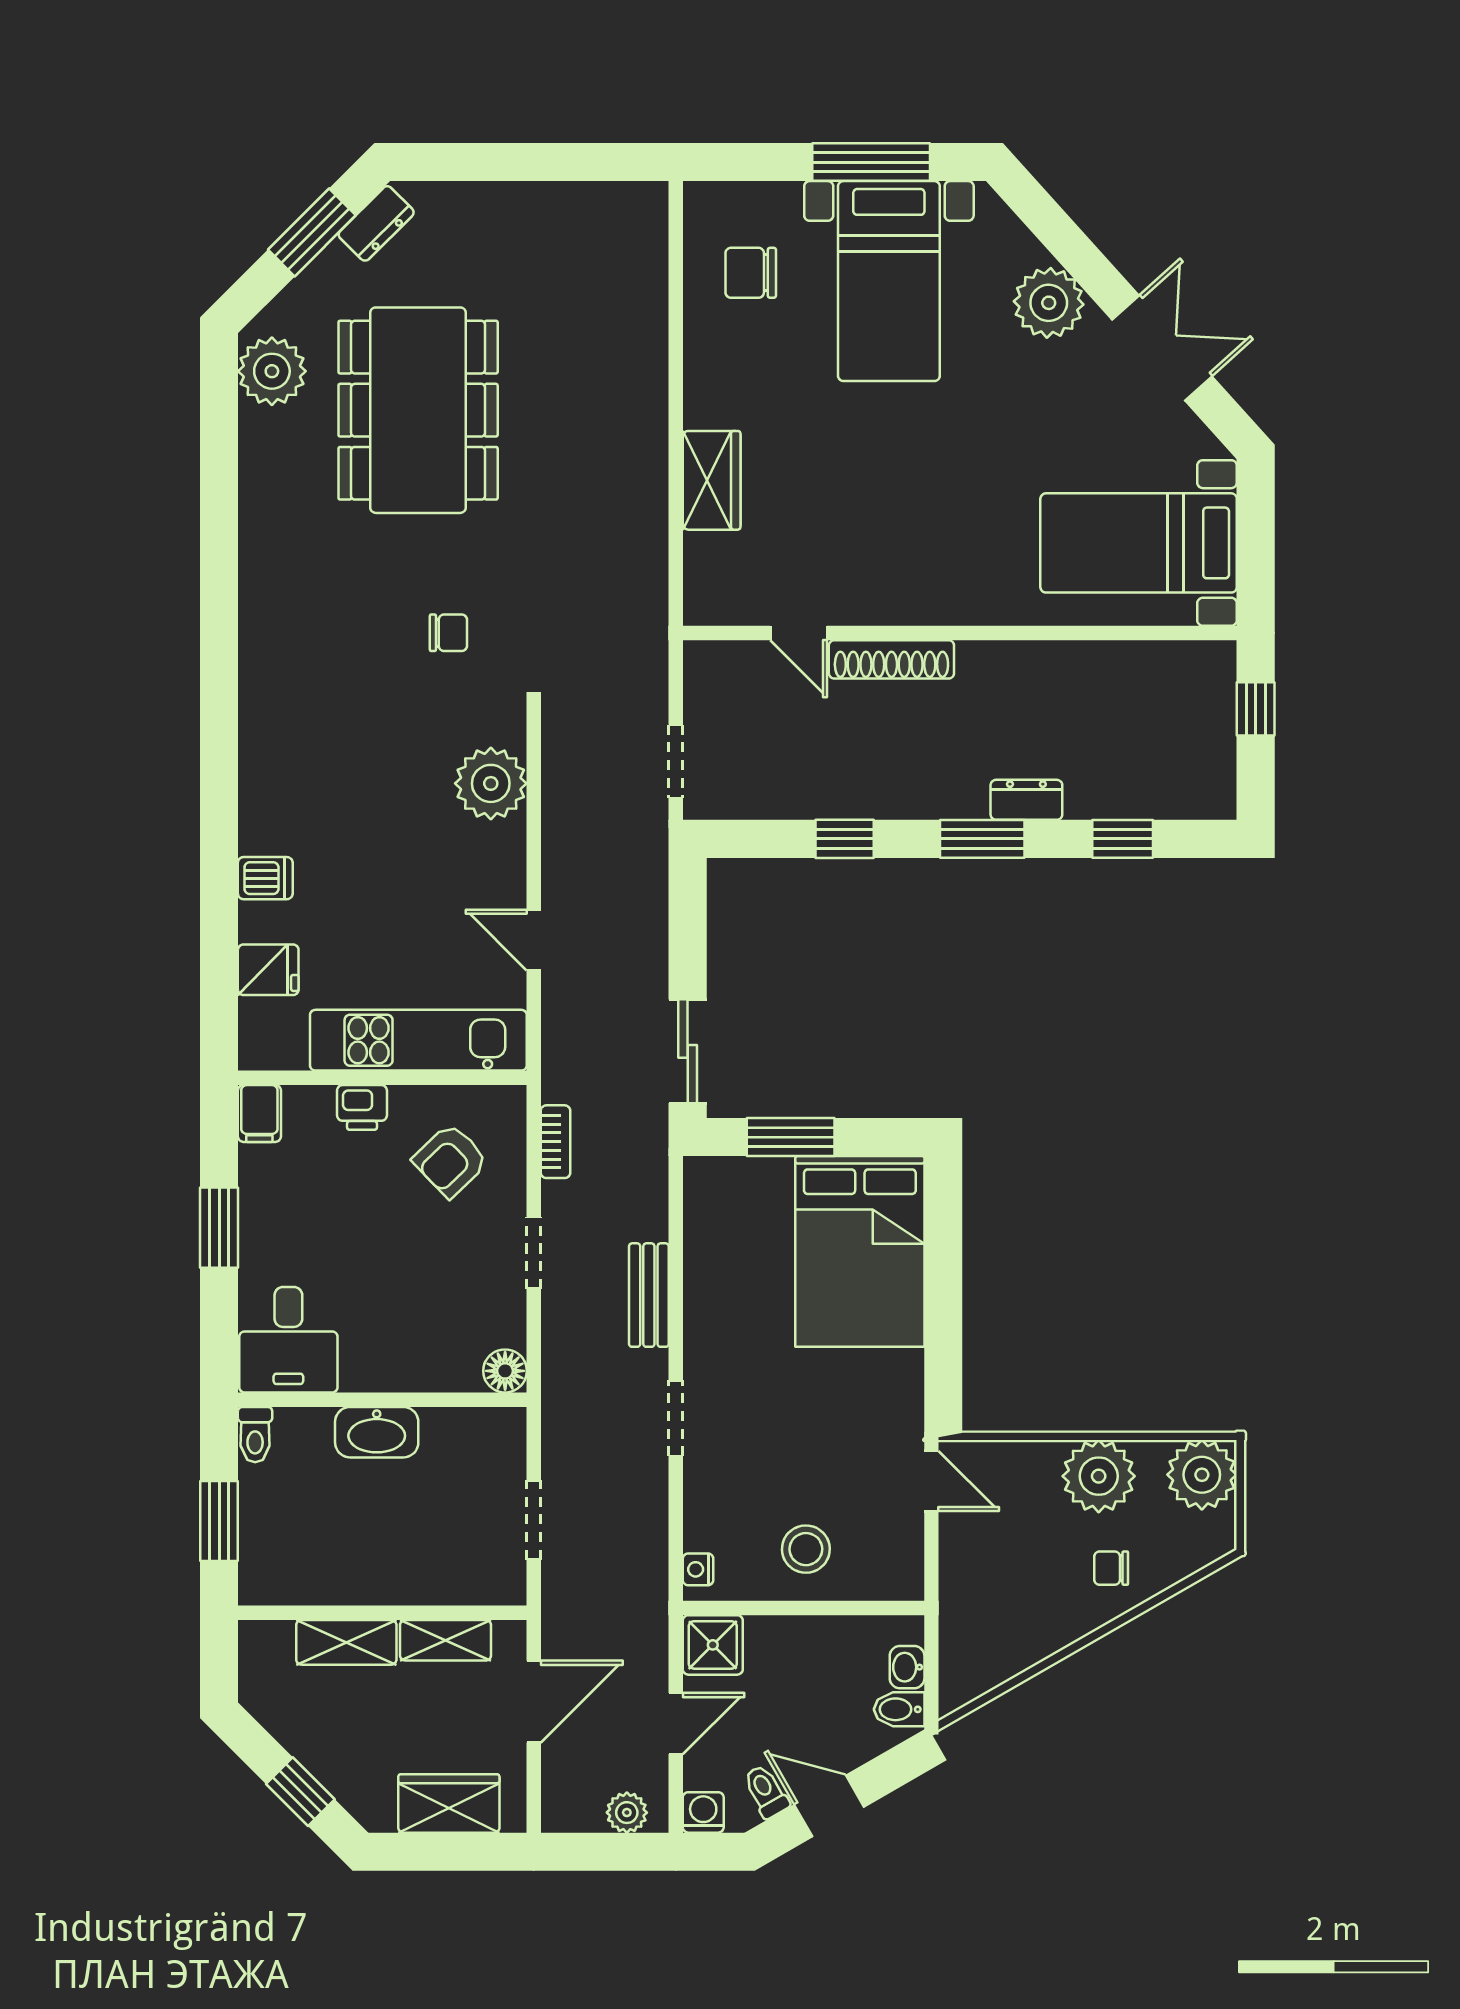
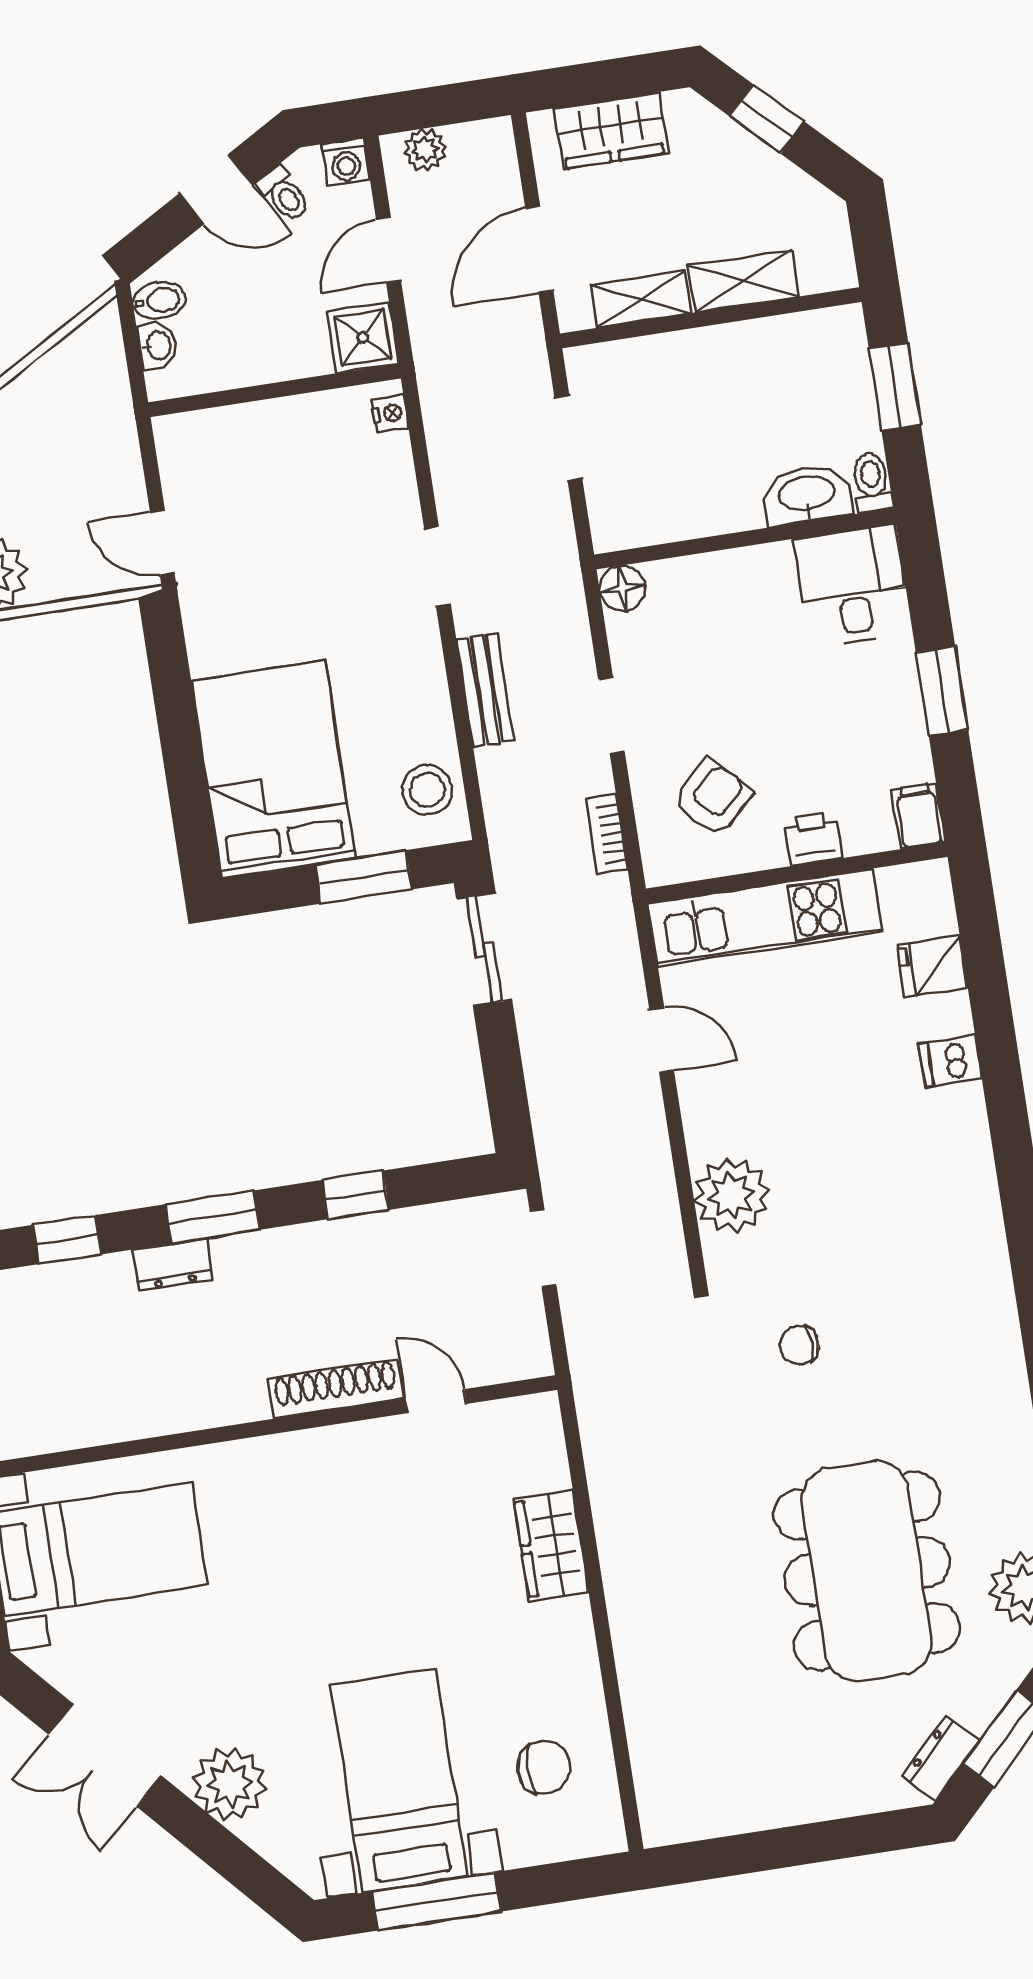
washbasin: (377, 1432) -> (807, 495), moved
stool: (806, 1549) -> (427, 790), moved

